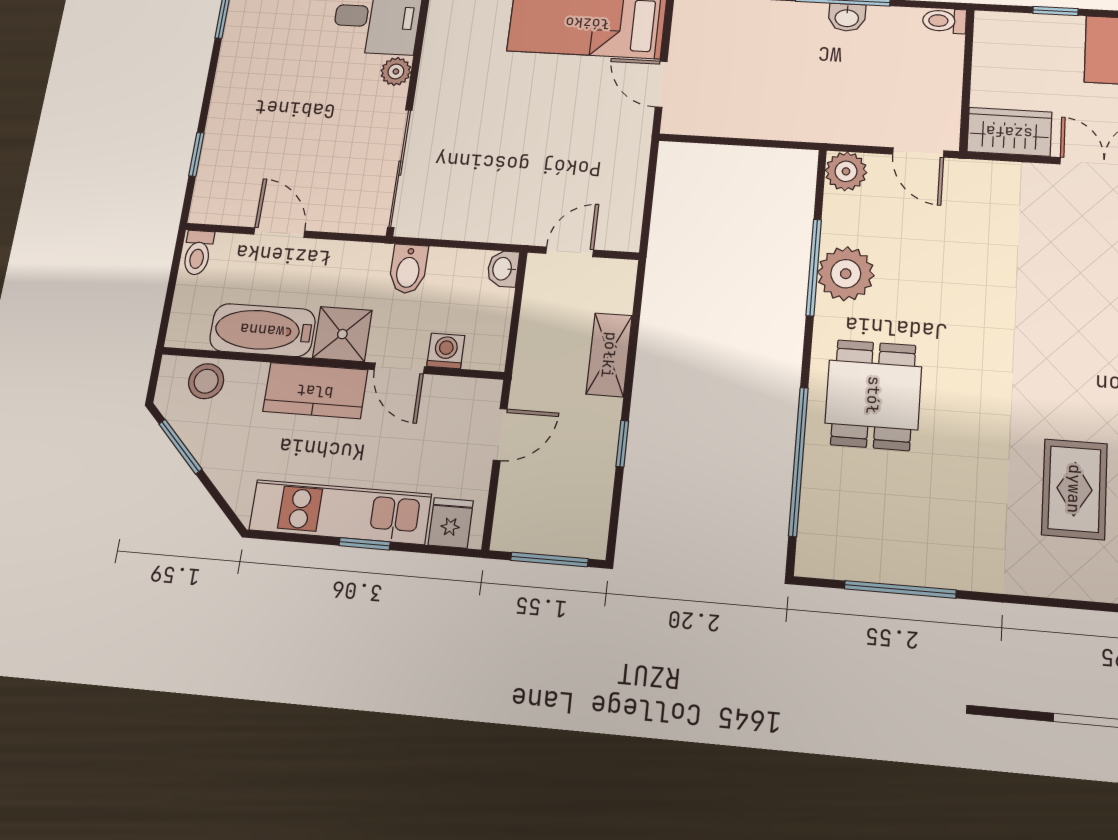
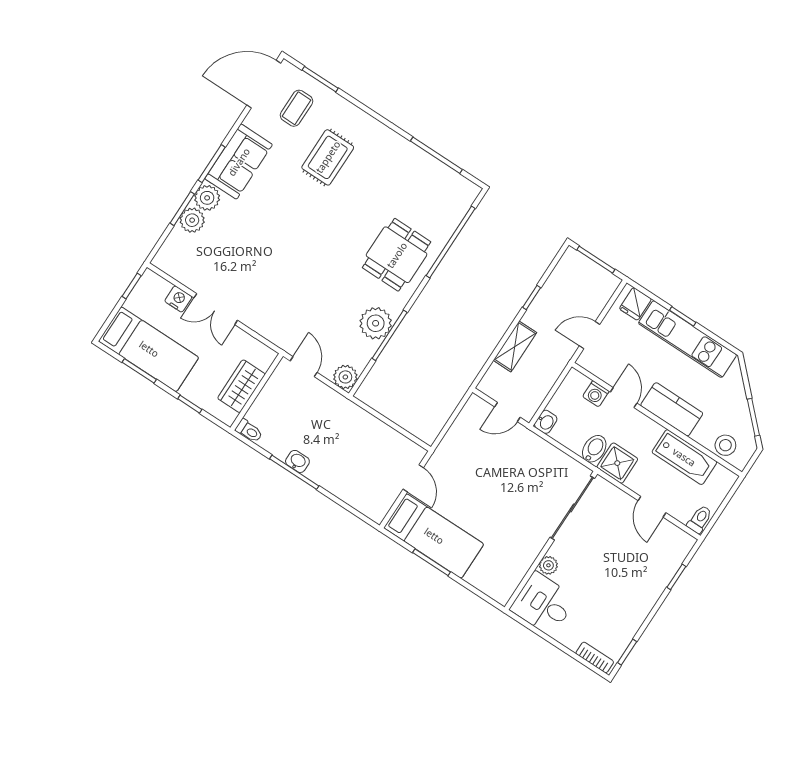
wardrobe: (1009, 132) -> (241, 386), moved, turned 90
shower: (342, 334) -> (617, 463), moved

